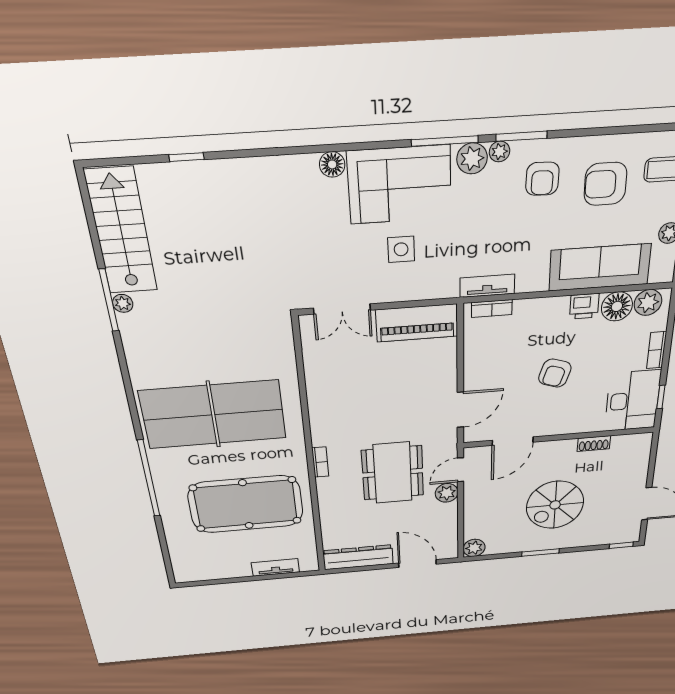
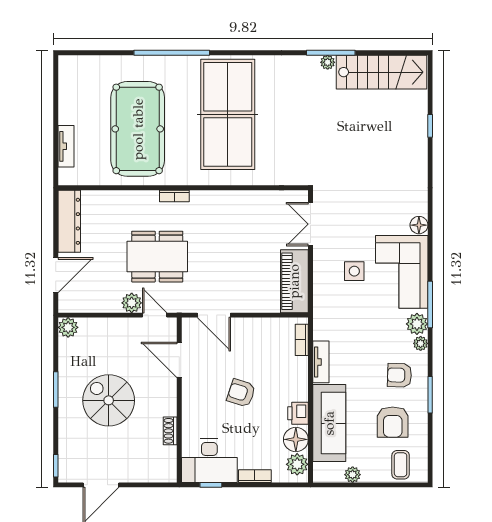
window: (521, 136) -> (430, 395), moved
armchair: (605, 184) -> (393, 422), turned 180
tv unit: (487, 286) -> (321, 362), moved

